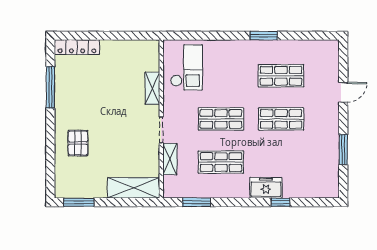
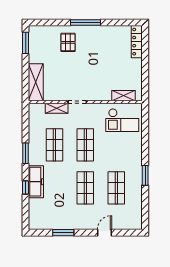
window: (50, 87) -> (86, 23), moved
shelving: (152, 88) -> (123, 96), moved
door: (343, 92) -> (104, 233), swing flipped
pallet: (78, 143) -> (68, 42), turned 90
freezer: (266, 188) -> (36, 182), width x1.40
window: (197, 202) -> (26, 153), moved

